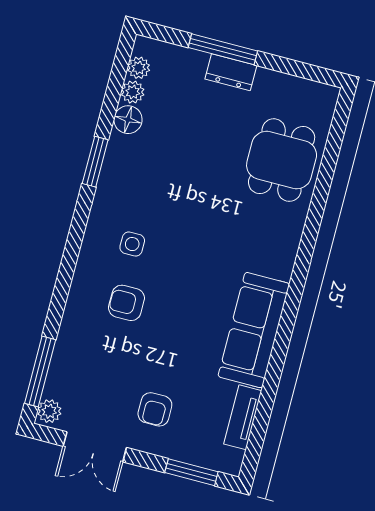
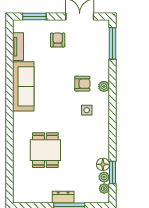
dining table: (282, 160) -> (45, 150), moved
window: (95, 162) -> (113, 172), moved
plant: (49, 411) -> (104, 86), moved

